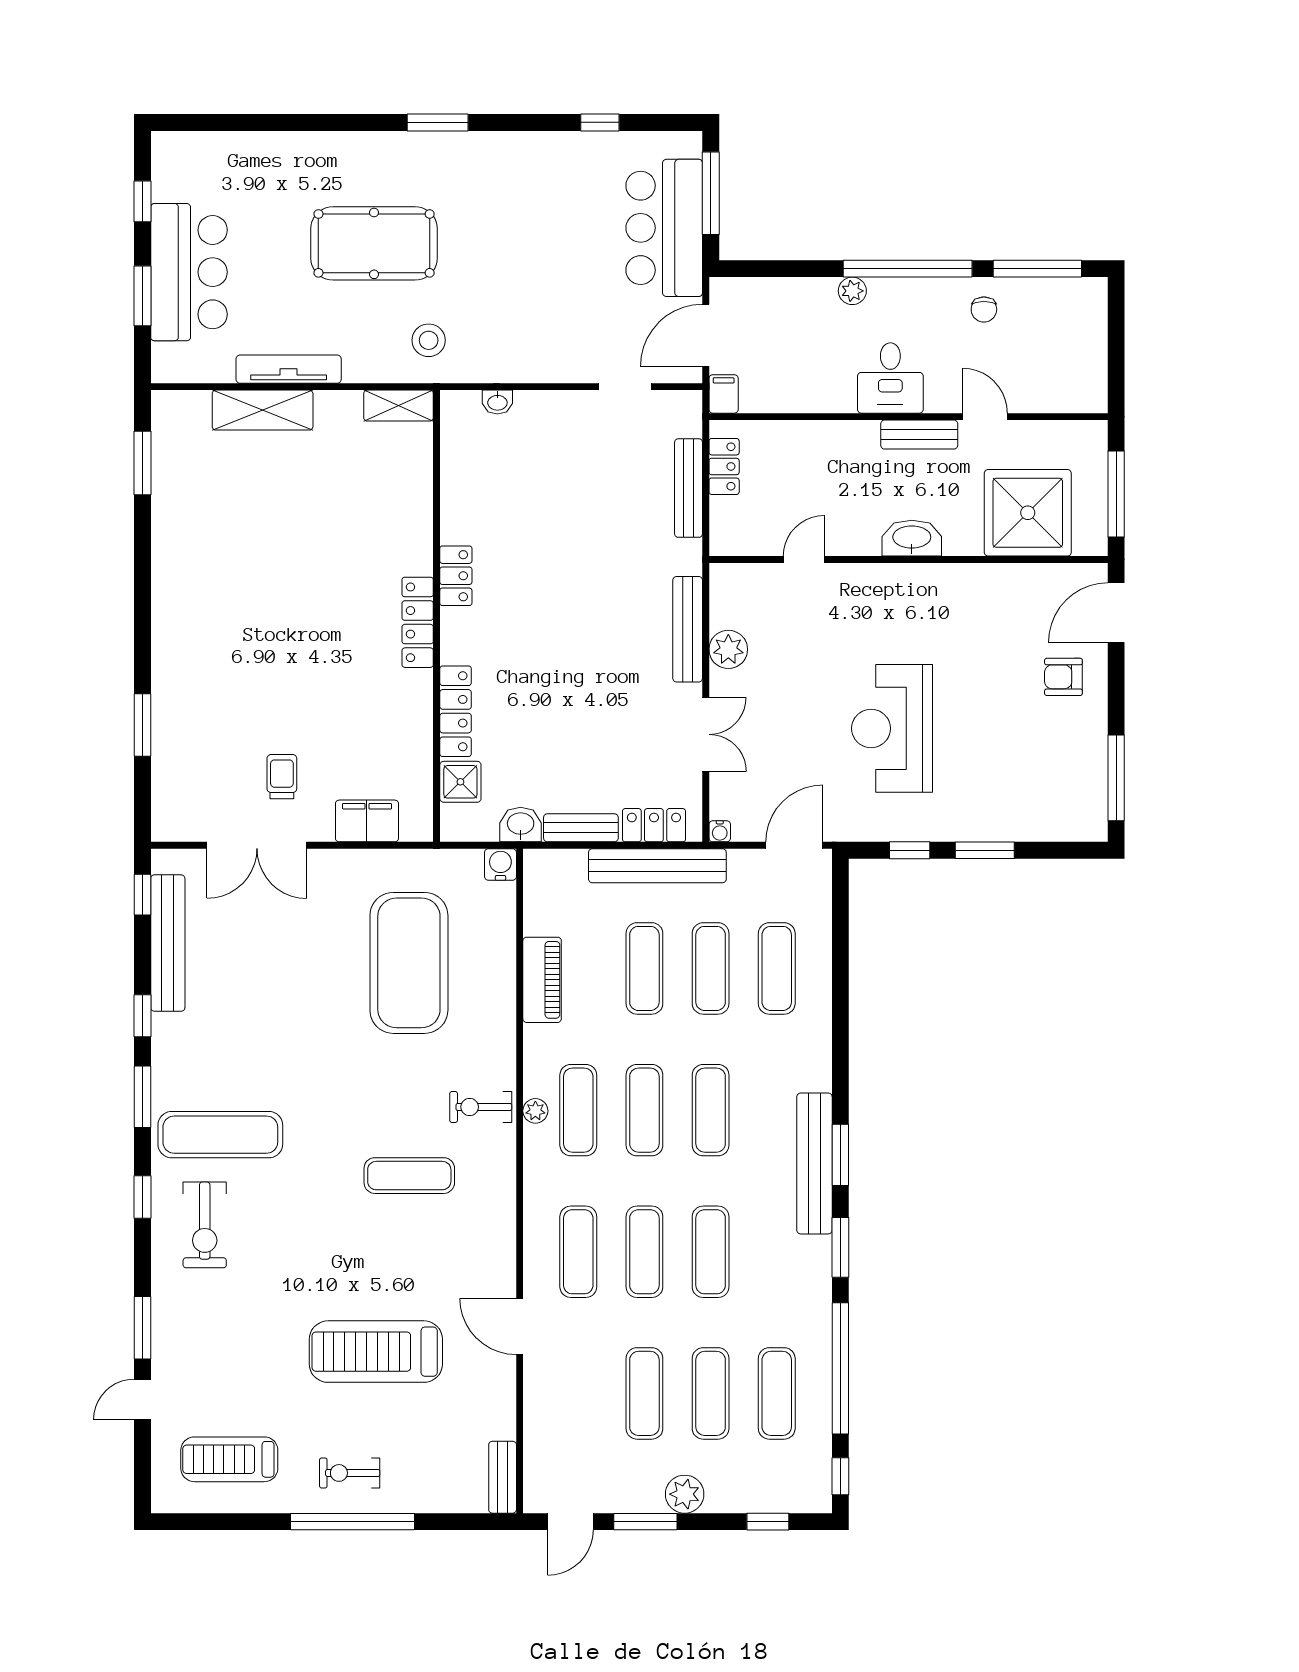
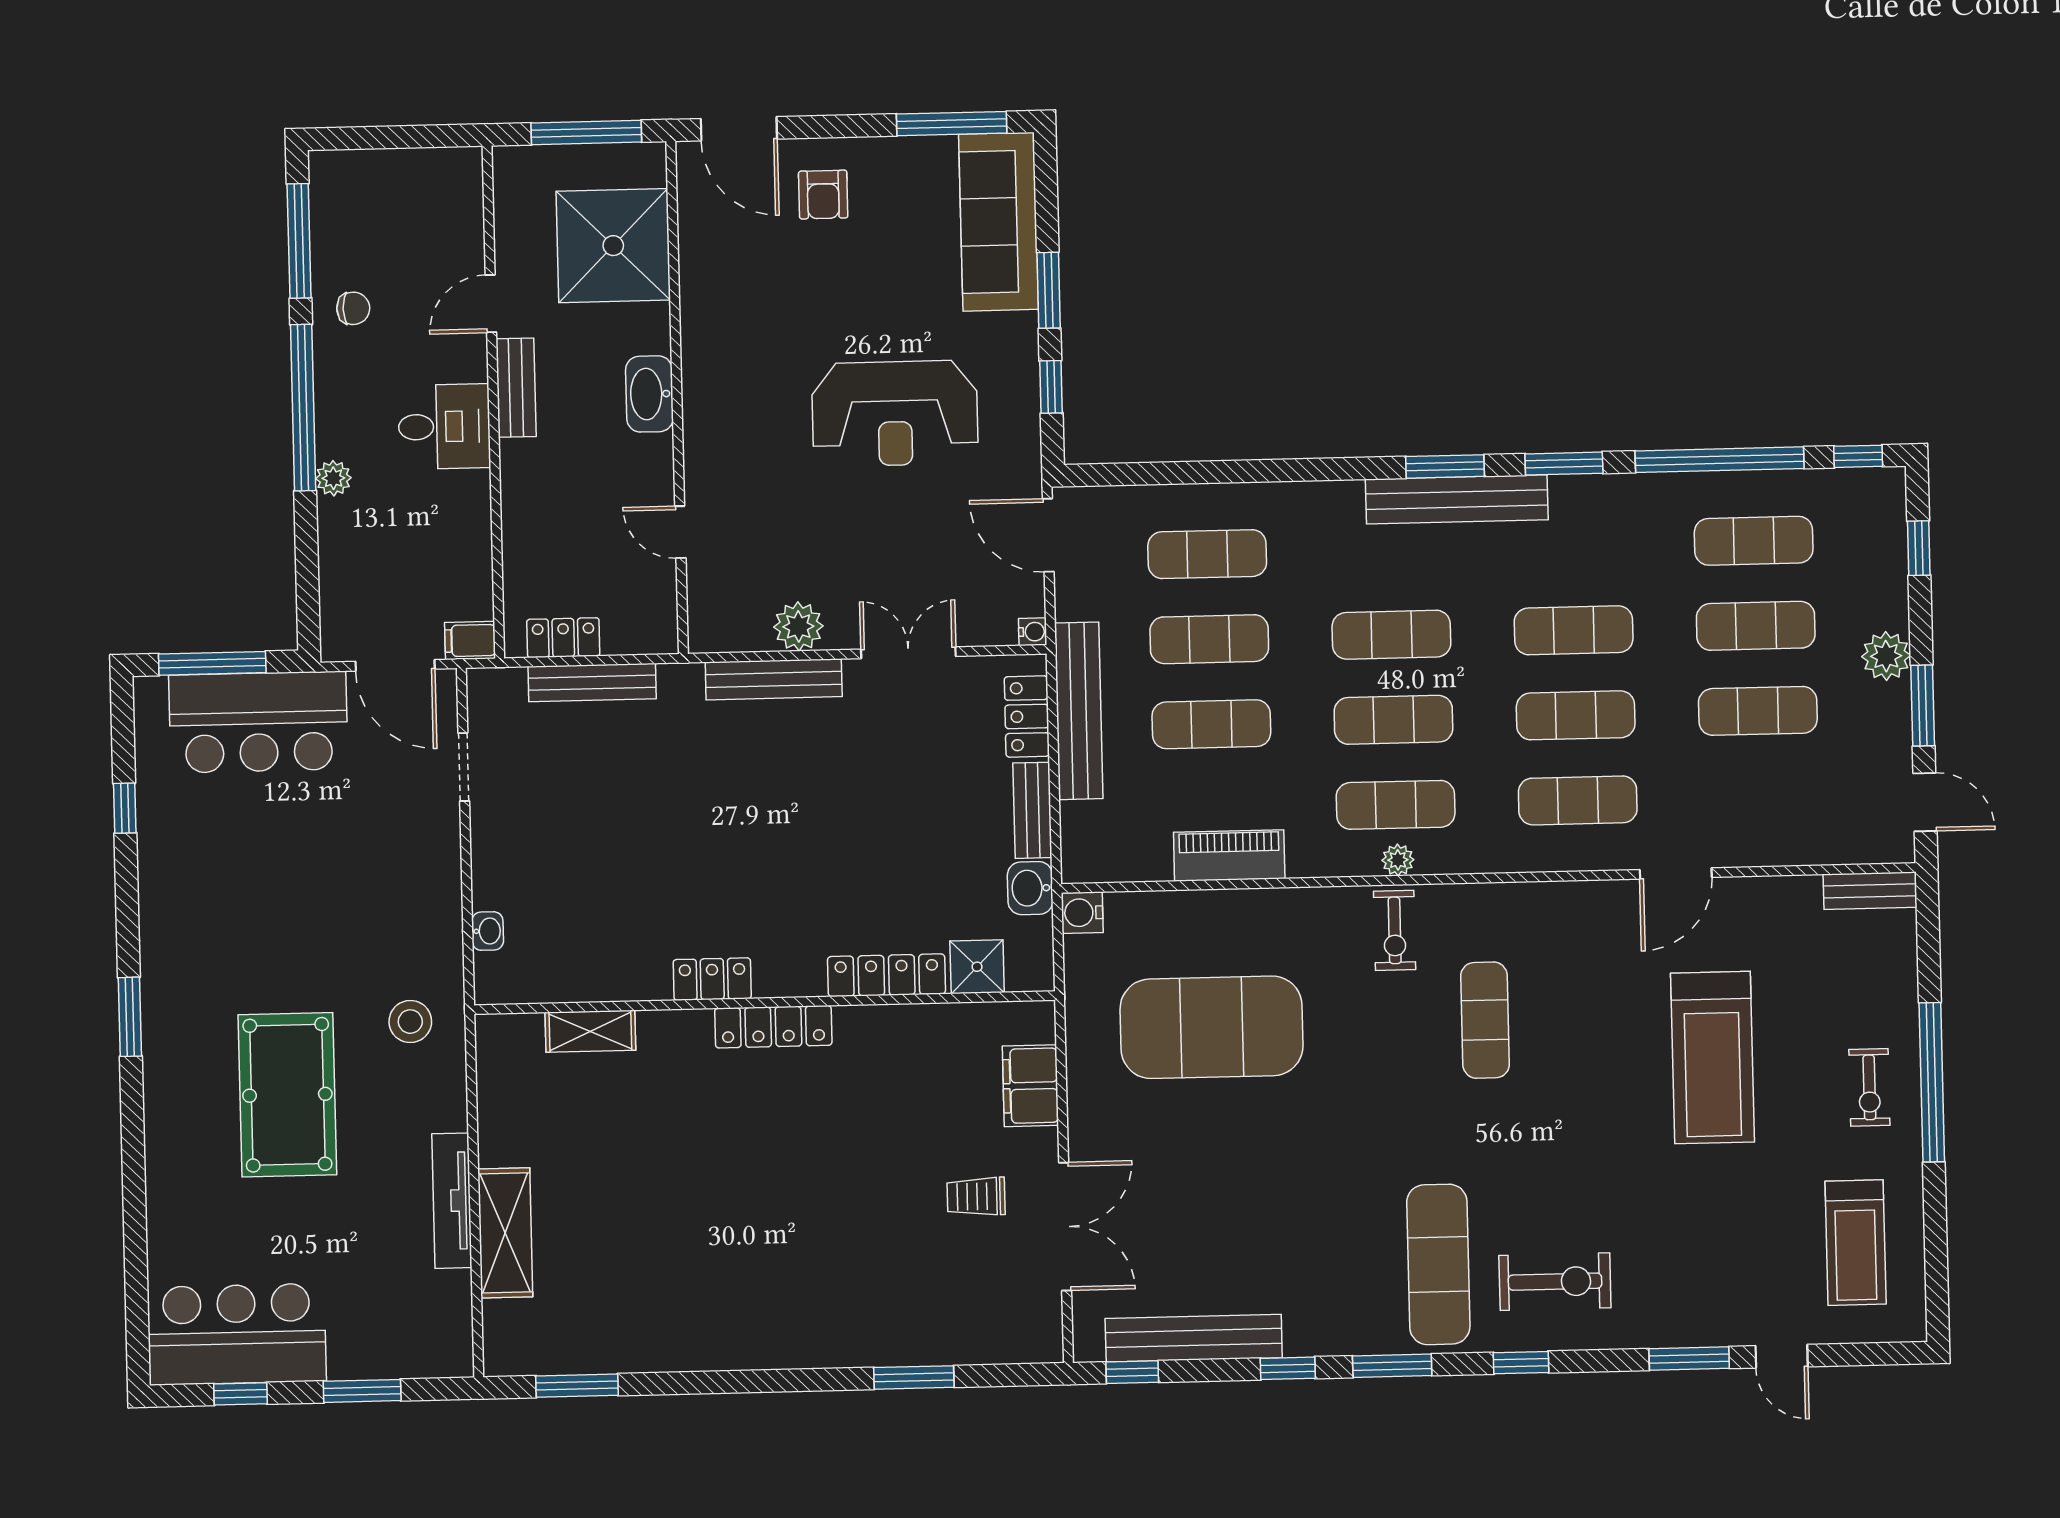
bar counter: (189, 272) -> (237, 1334), moved
shelving: (399, 406) -> (590, 1031), moved, turned 90
sofa: (1039, 813) -> (999, 222), added

